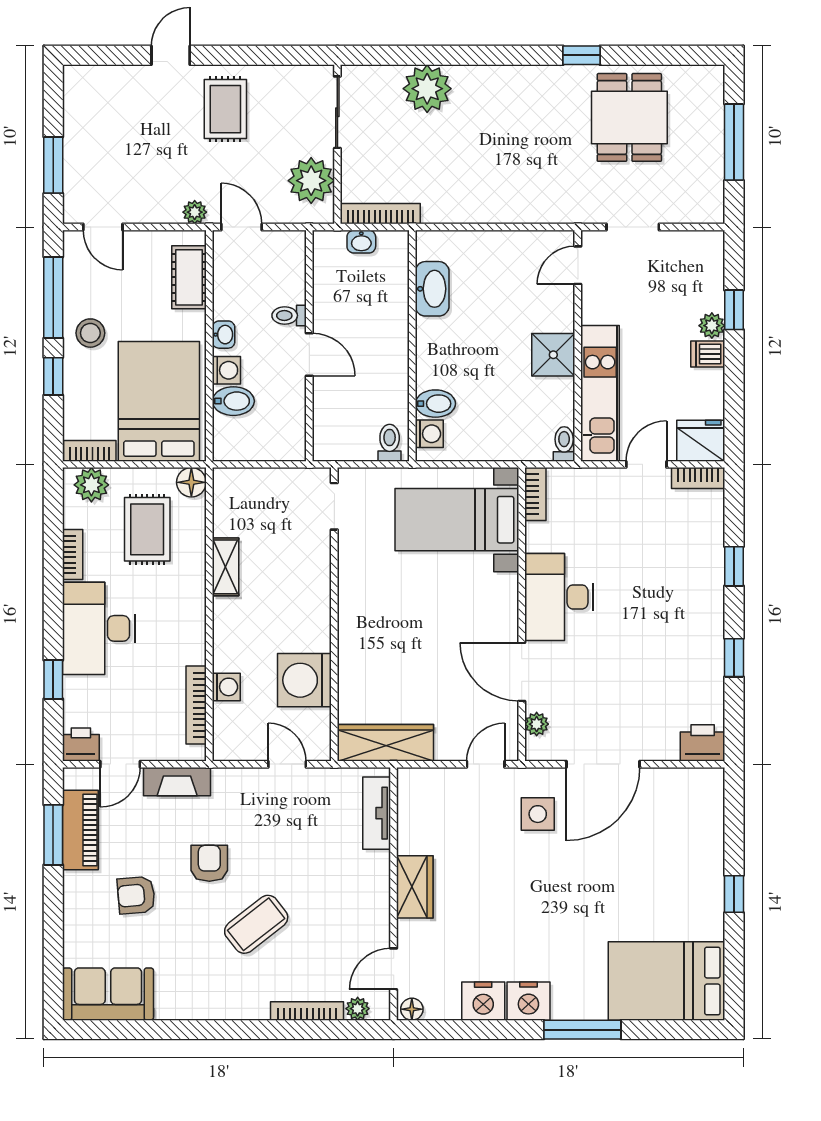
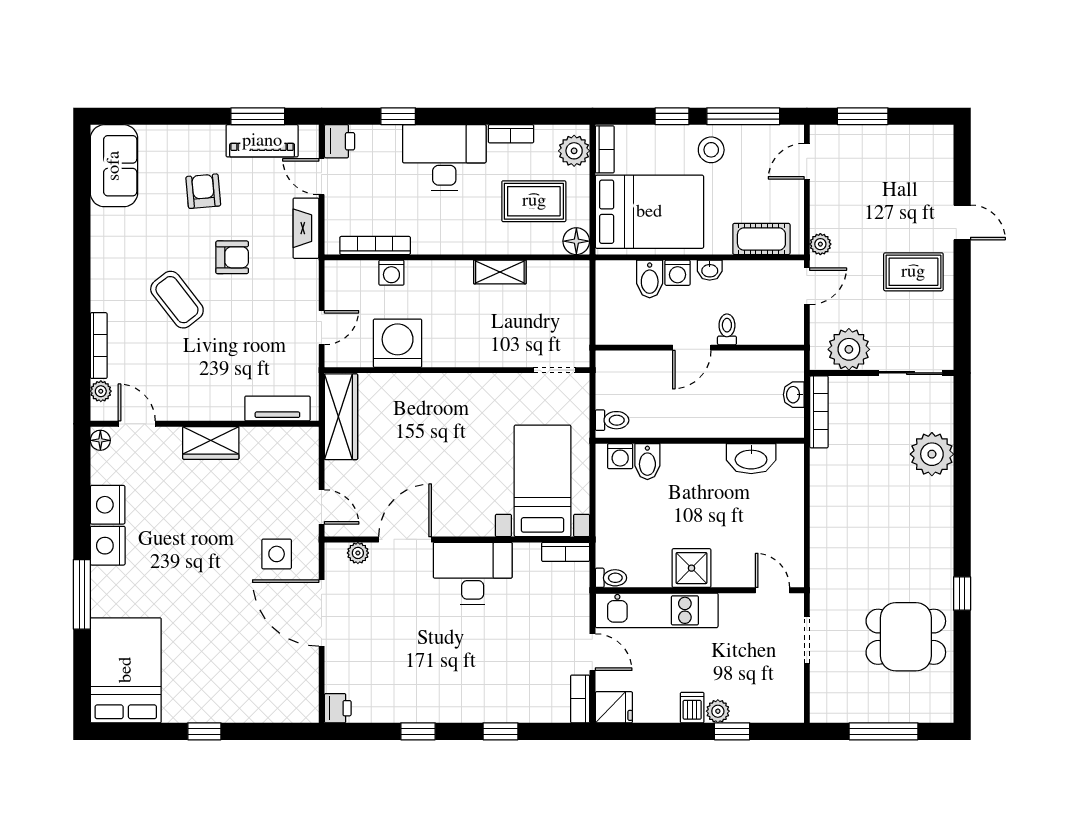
fridge: (701, 441) -> (614, 707), width x0.72
printer: (703, 743) -> (338, 708), width x0.73, depth x0.81

